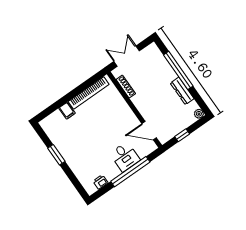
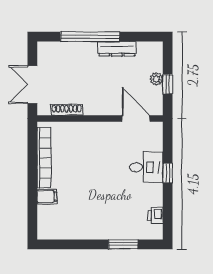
plant: (199, 114) -> (156, 79), moved
door: (149, 131) -> (136, 118), swing flipped
window: (56, 155) -> (123, 244), moved
window: (130, 172) -> (168, 173), width x0.32

